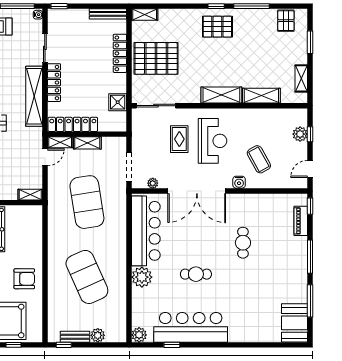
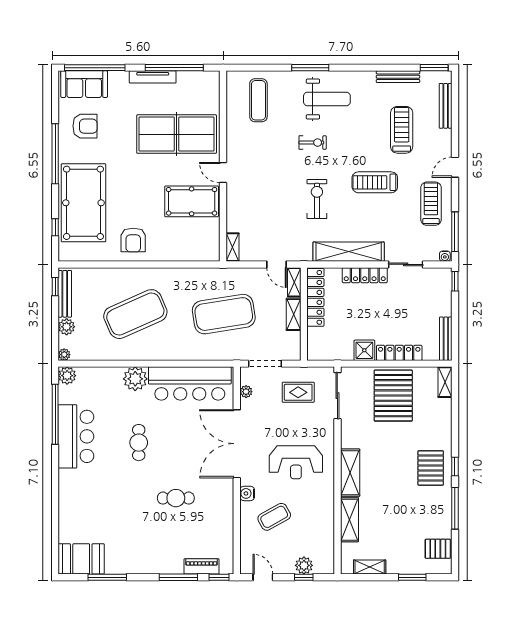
shower: (118, 102) -> (364, 350), moved
rug: (179, 139) -> (298, 392), moved
window: (310, 257) -> (178, 577), moved
bar counter: (191, 327) -> (76, 436), width x0.73
bench: (75, 337) -> (65, 294), width x1.36
plant: (121, 337) -> (64, 355), added
window: (172, 345) -> (55, 414), width x3.17

